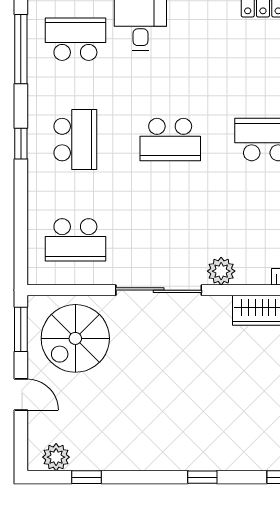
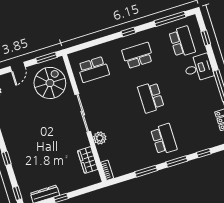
school desk: (75, 140) -> (138, 56), turned 180
school desk: (75, 240) -> (93, 69), turned -90
spiral stairs: (75, 338) -> (50, 83), turned 90

